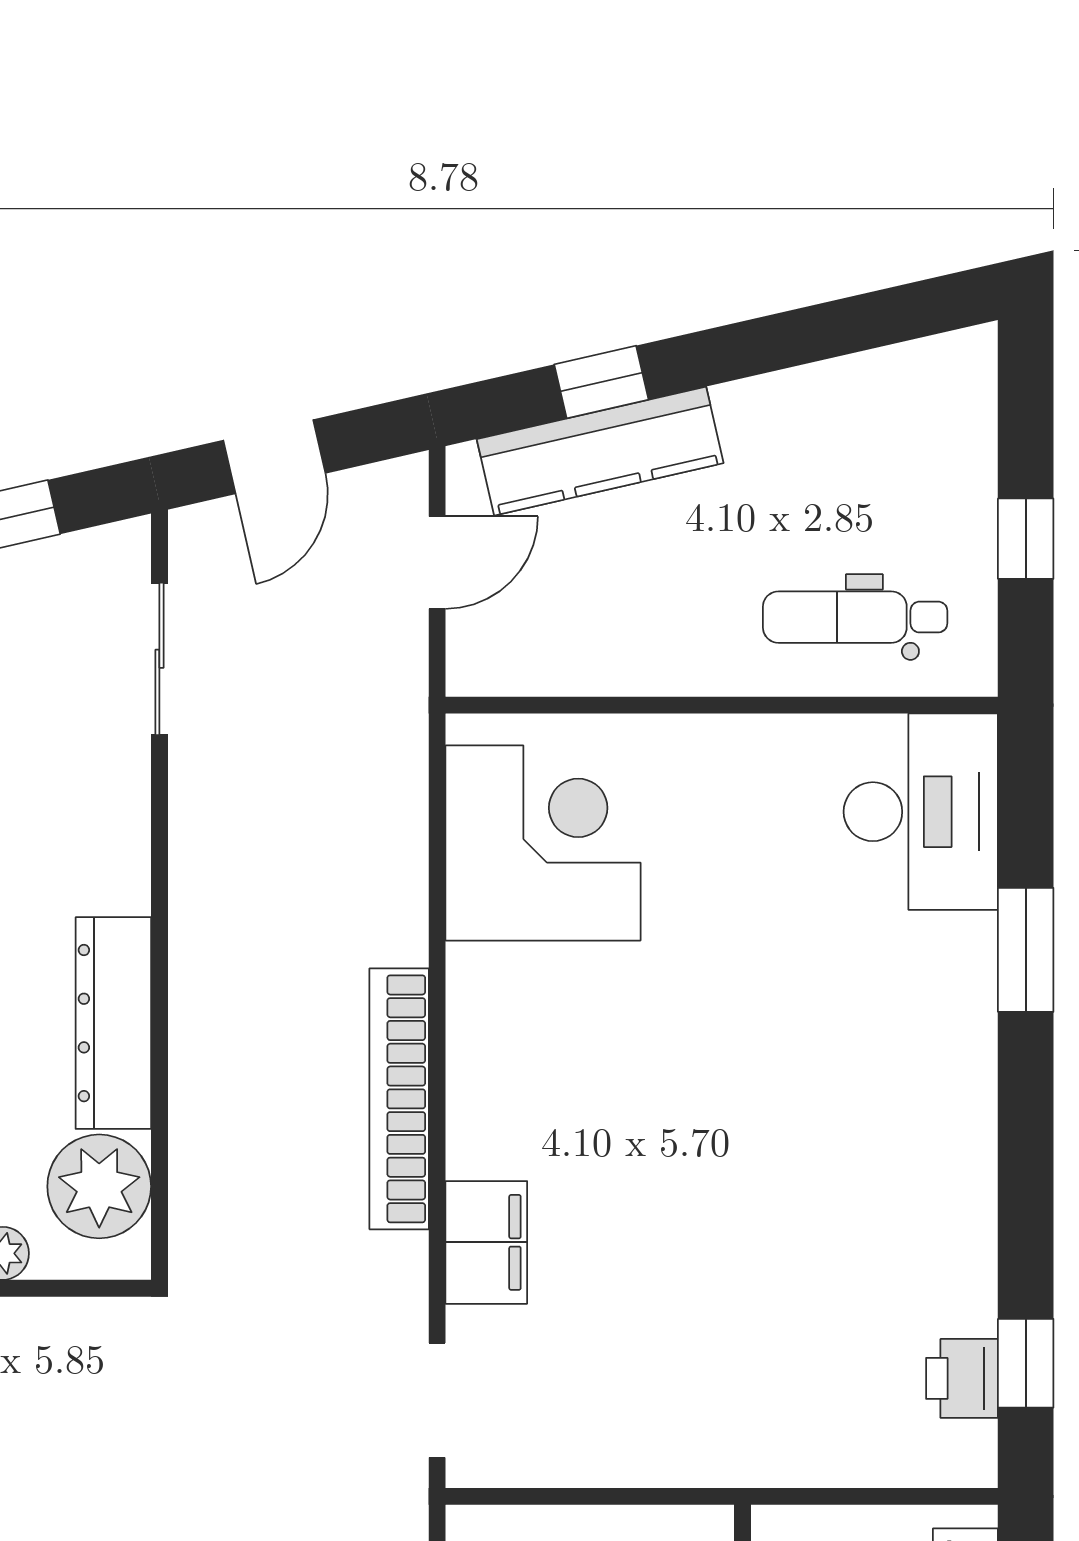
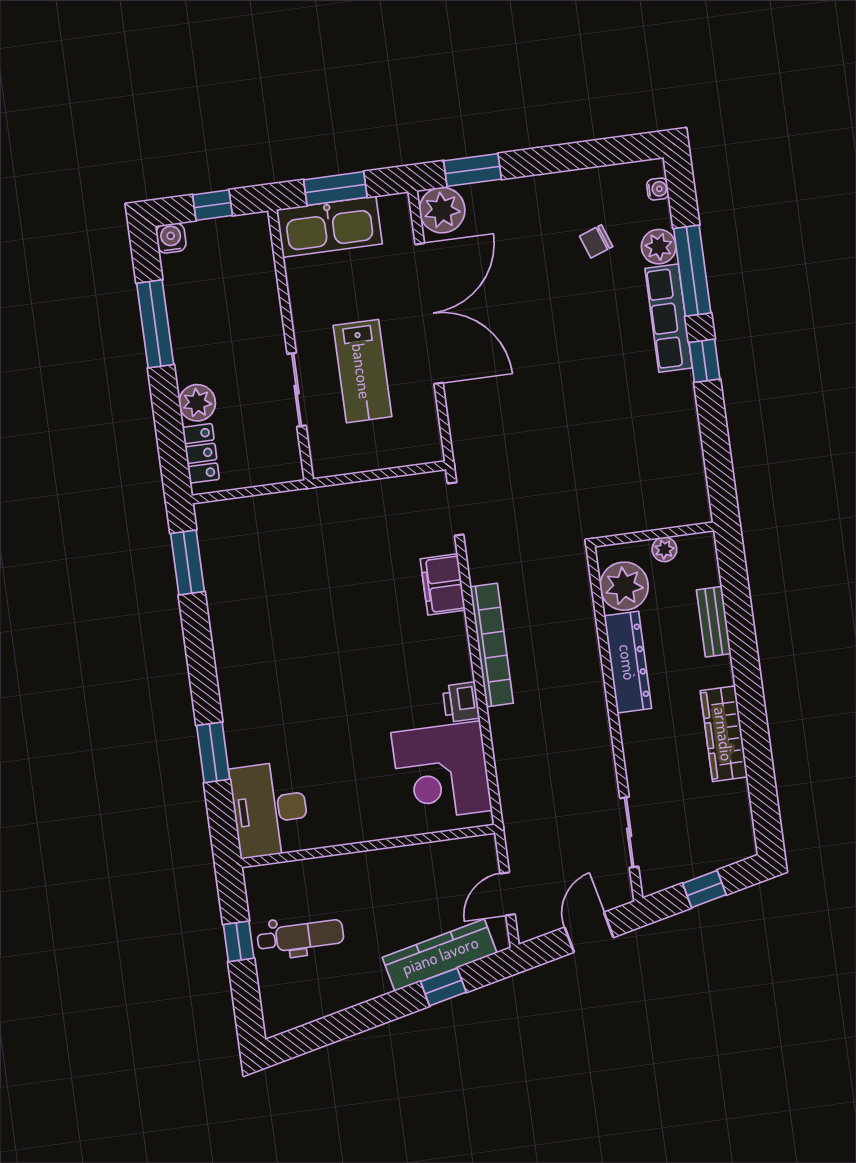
dental chair: (855, 617) -> (300, 936), moved
window: (1026, 1363) -> (187, 562), width x1.50
printer: (962, 1378) -> (461, 702), moved, turned 180

